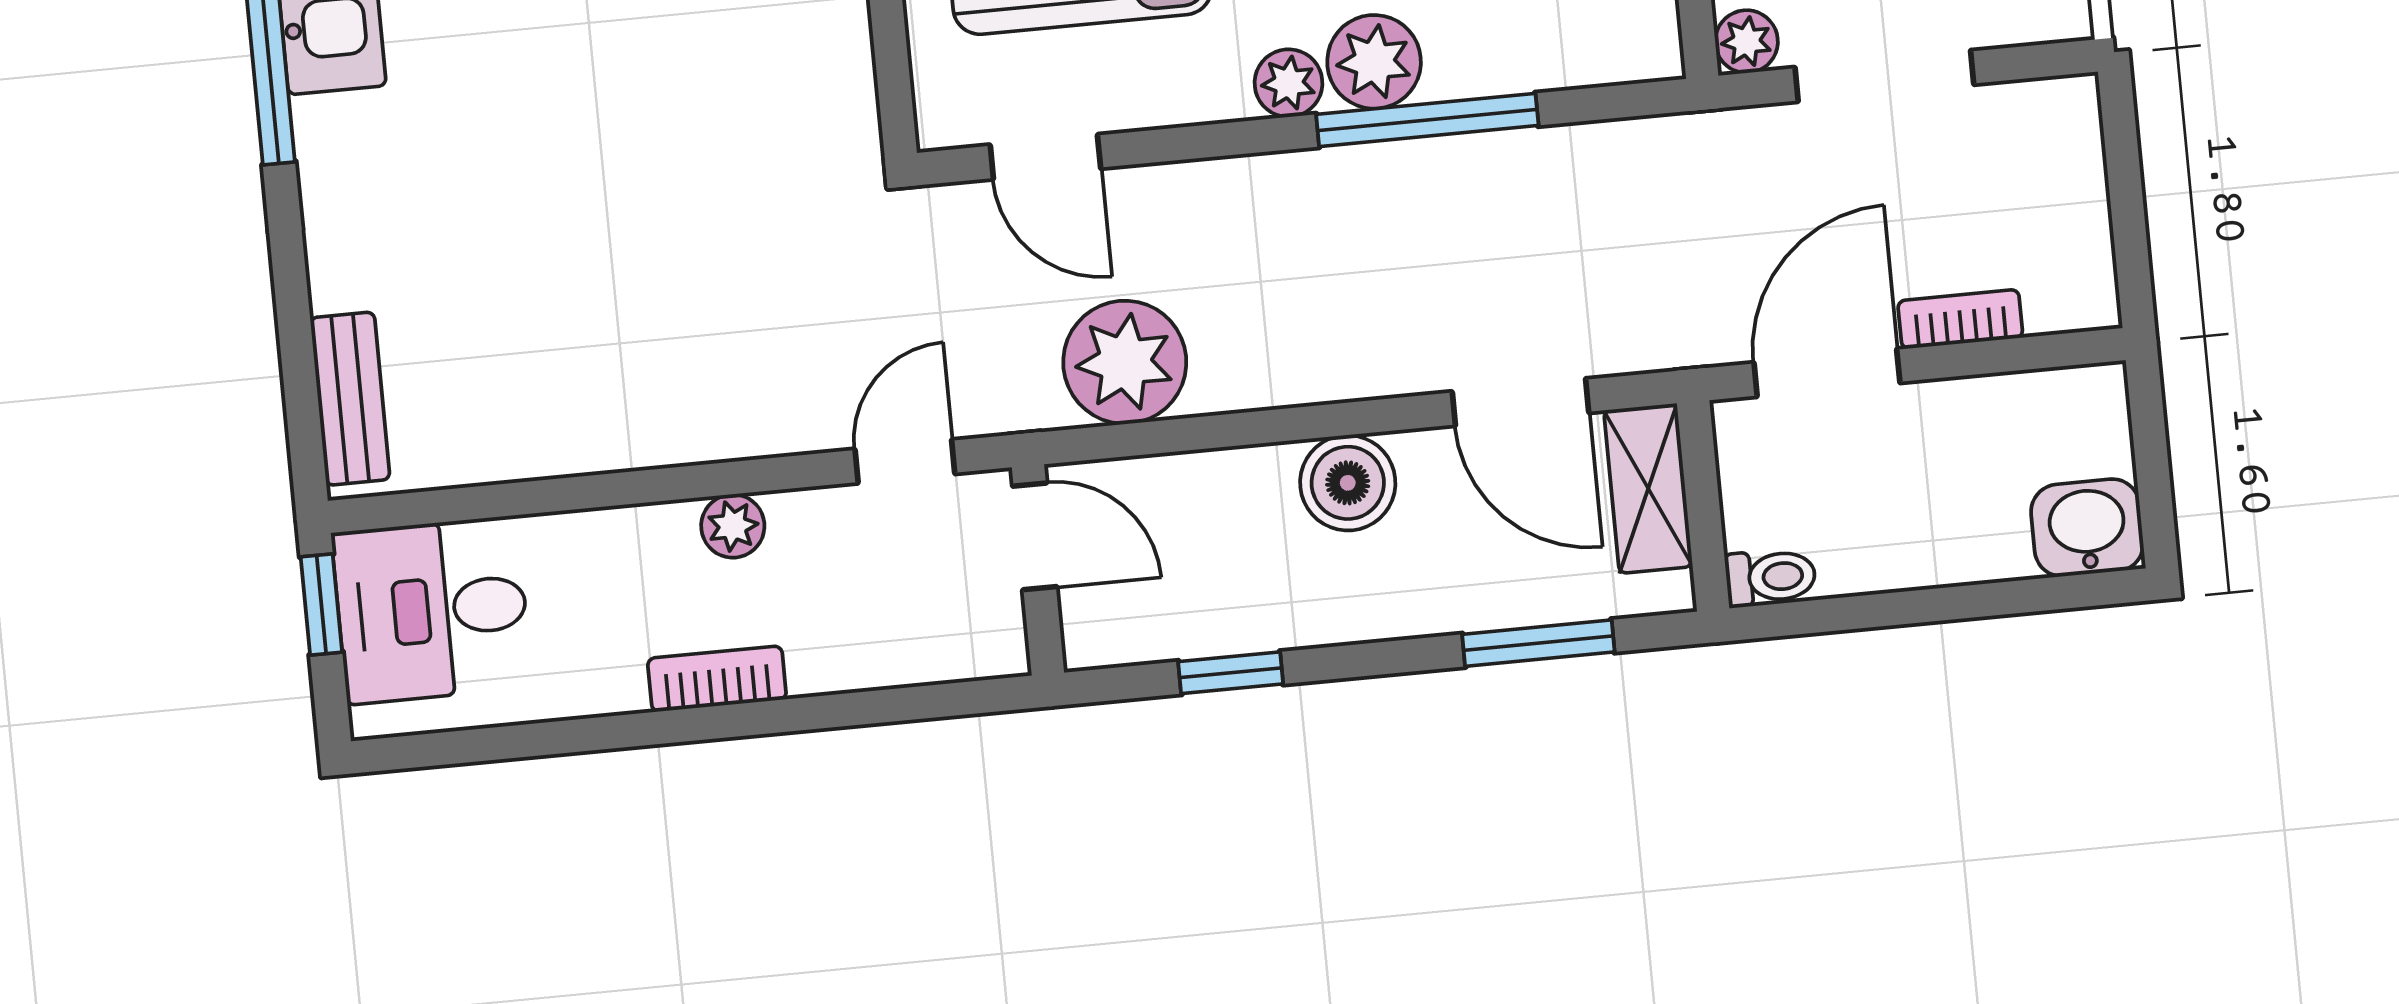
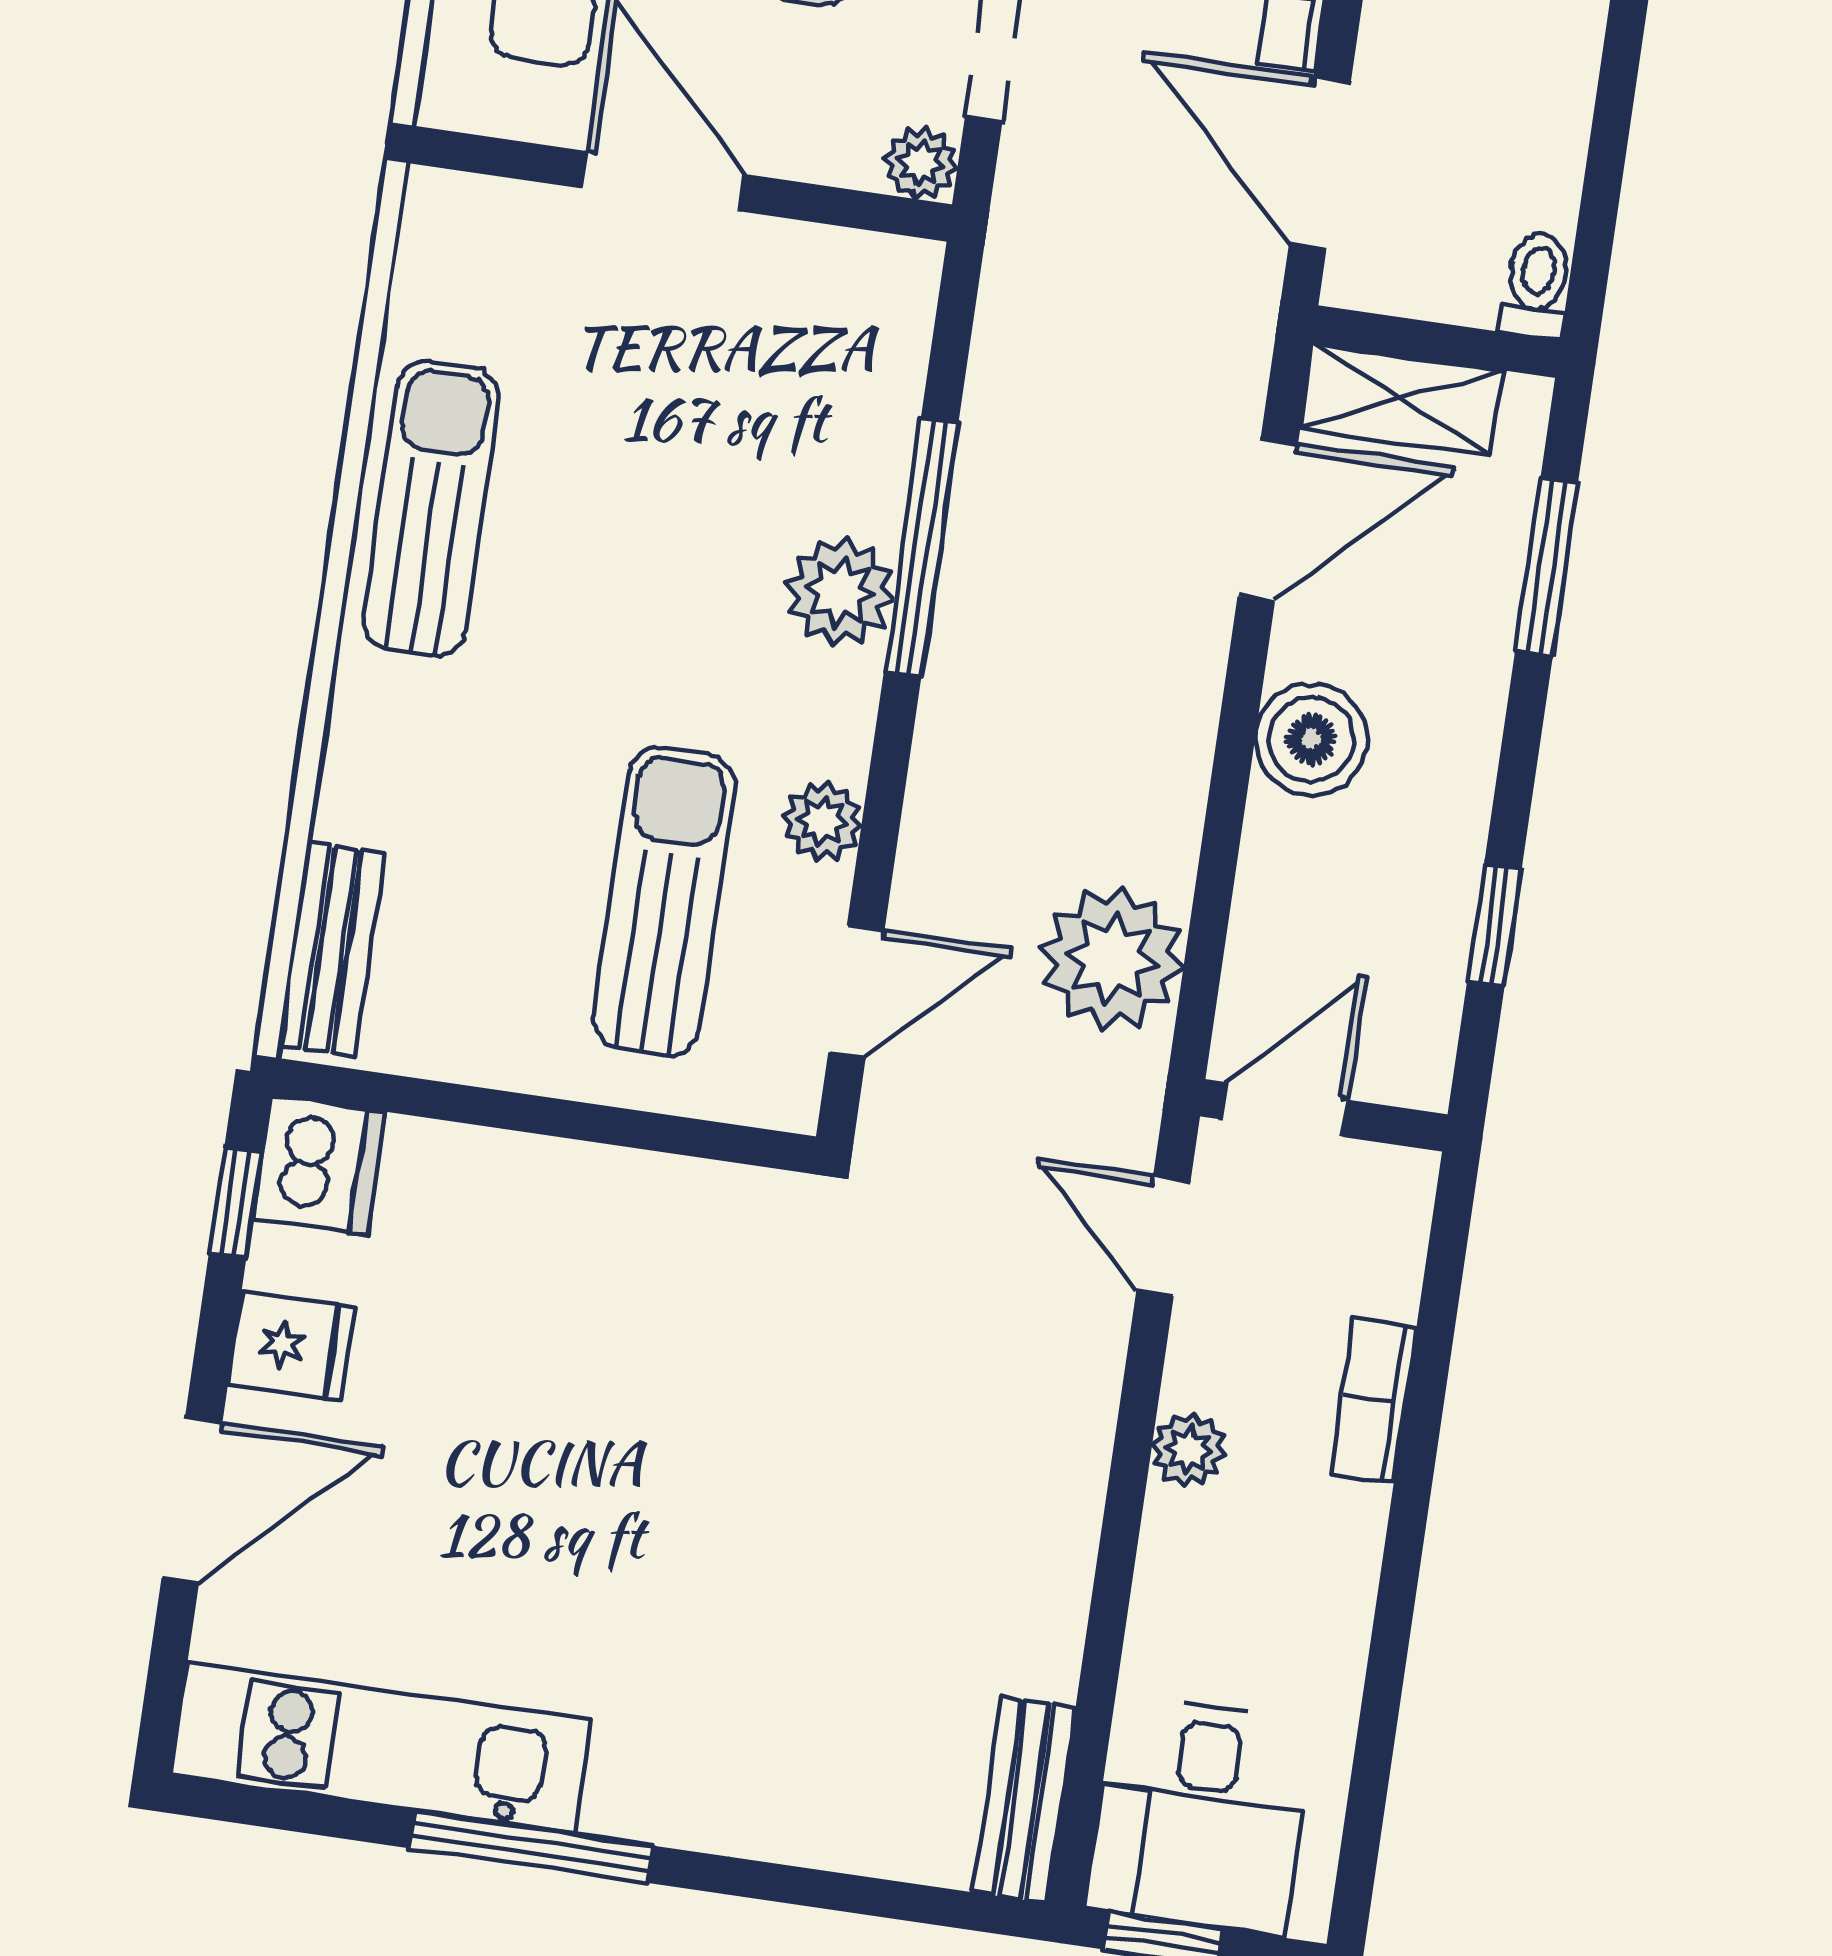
plant: (1289, 83) -> (822, 821), moved
bench: (350, 399) -> (1024, 1800), moved, turned 90
bookcase: (717, 679) -> (1374, 1400), moved

